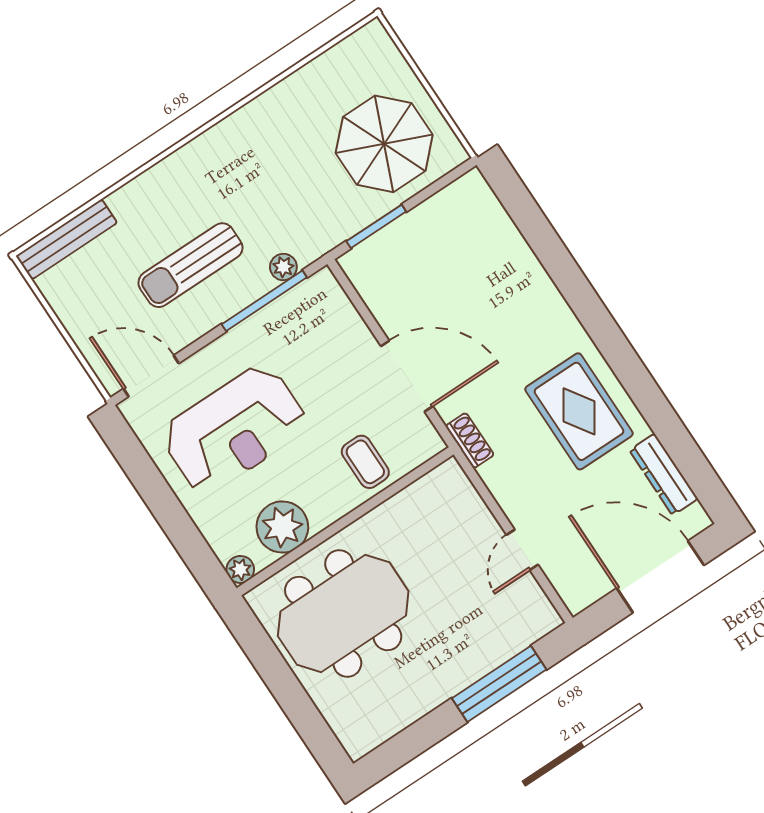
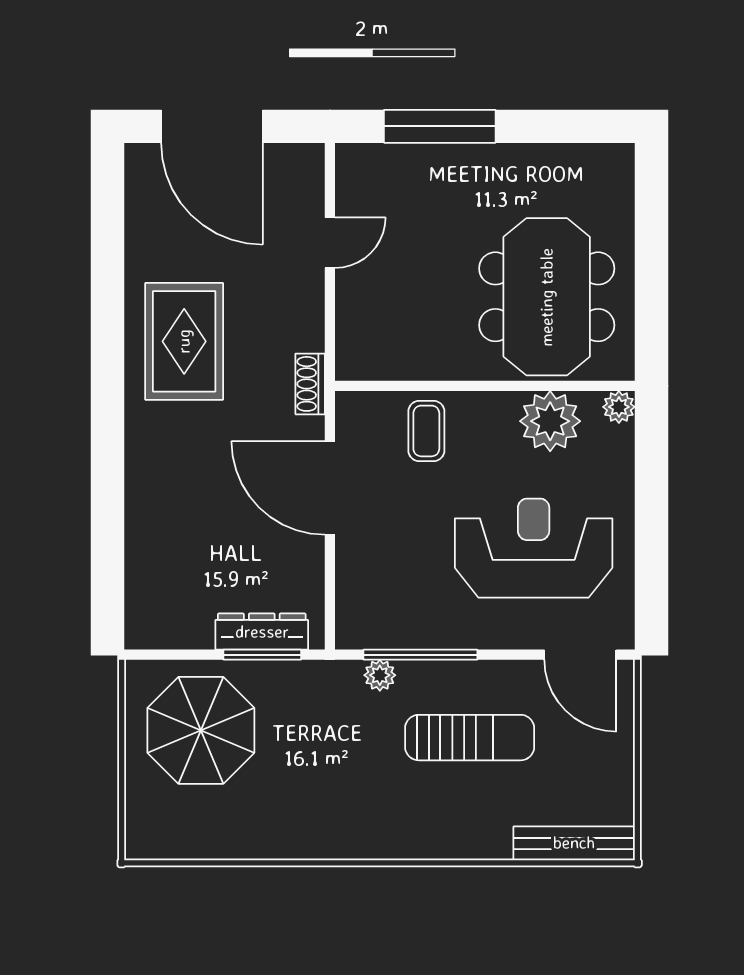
dresser: (664, 474) -> (262, 632), moved, turned -90
meeting table: (343, 613) -> (547, 297), turned 90

